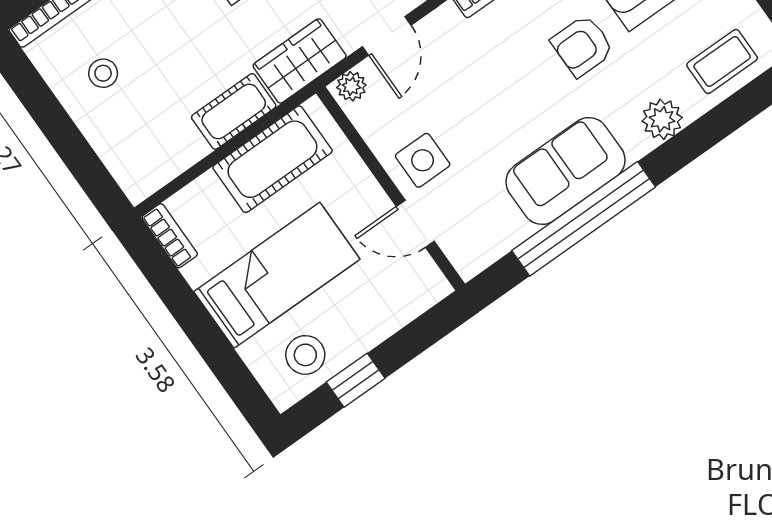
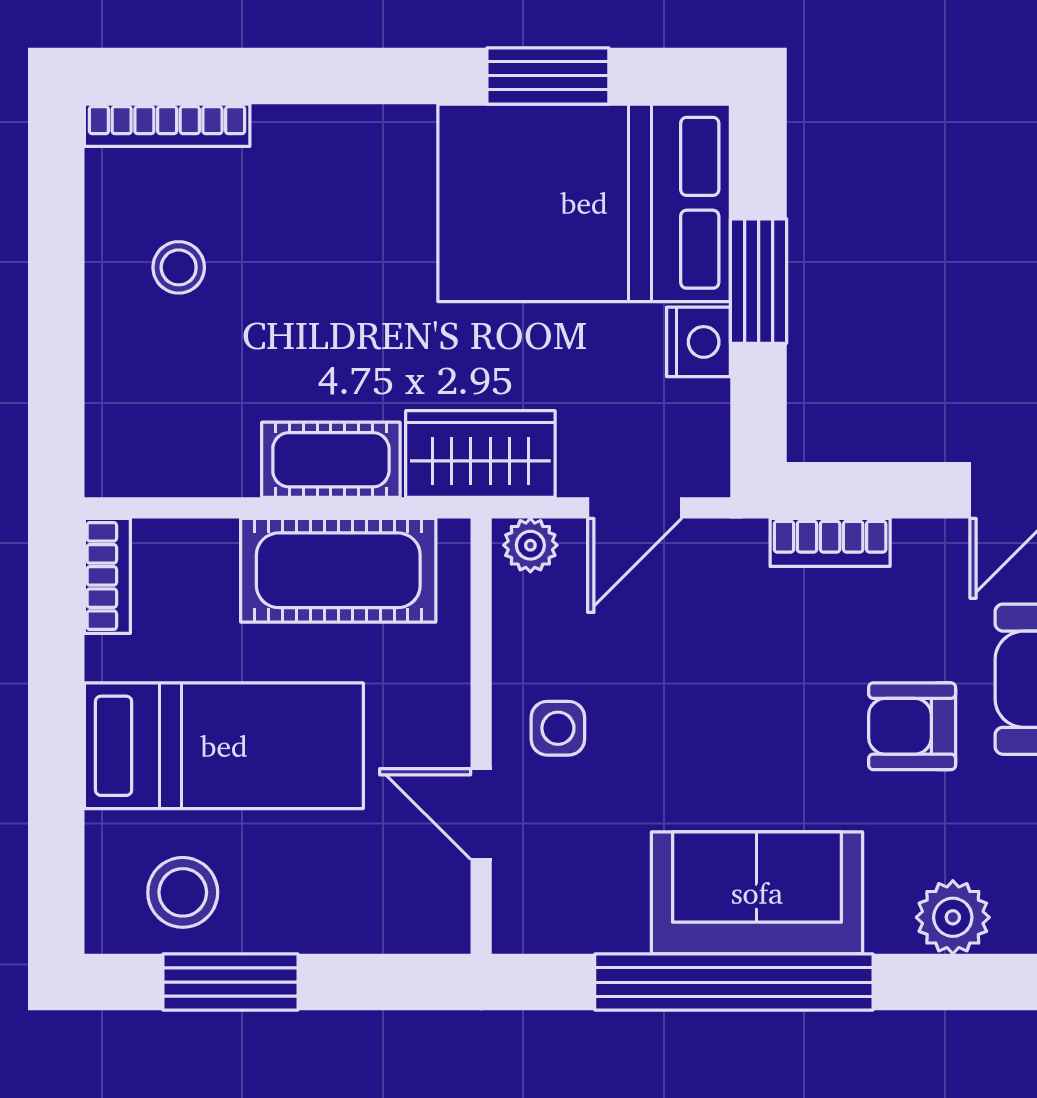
side table: (423, 160) -> (558, 728), width x0.73, depth x0.73
window: (356, 380) -> (230, 982), width x1.50

